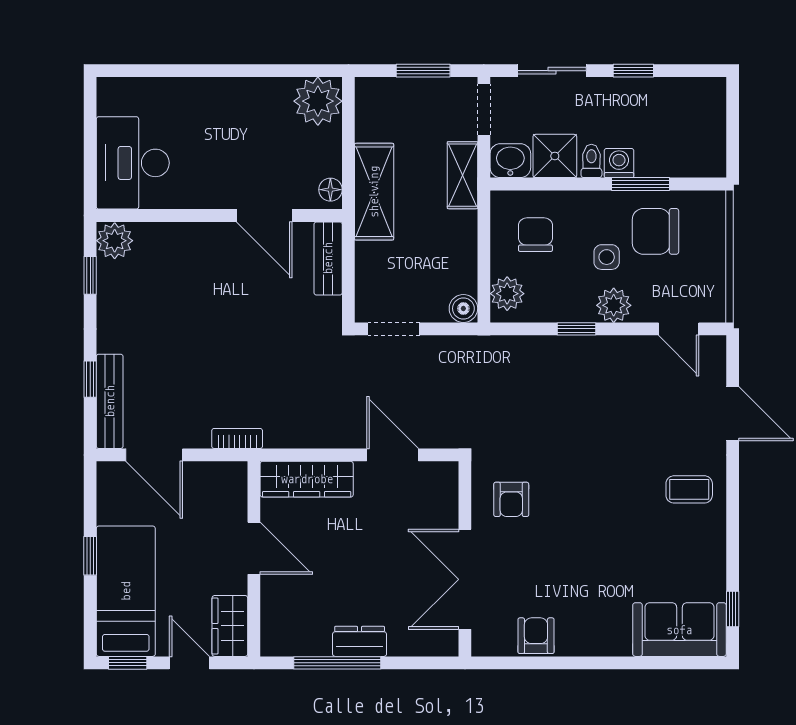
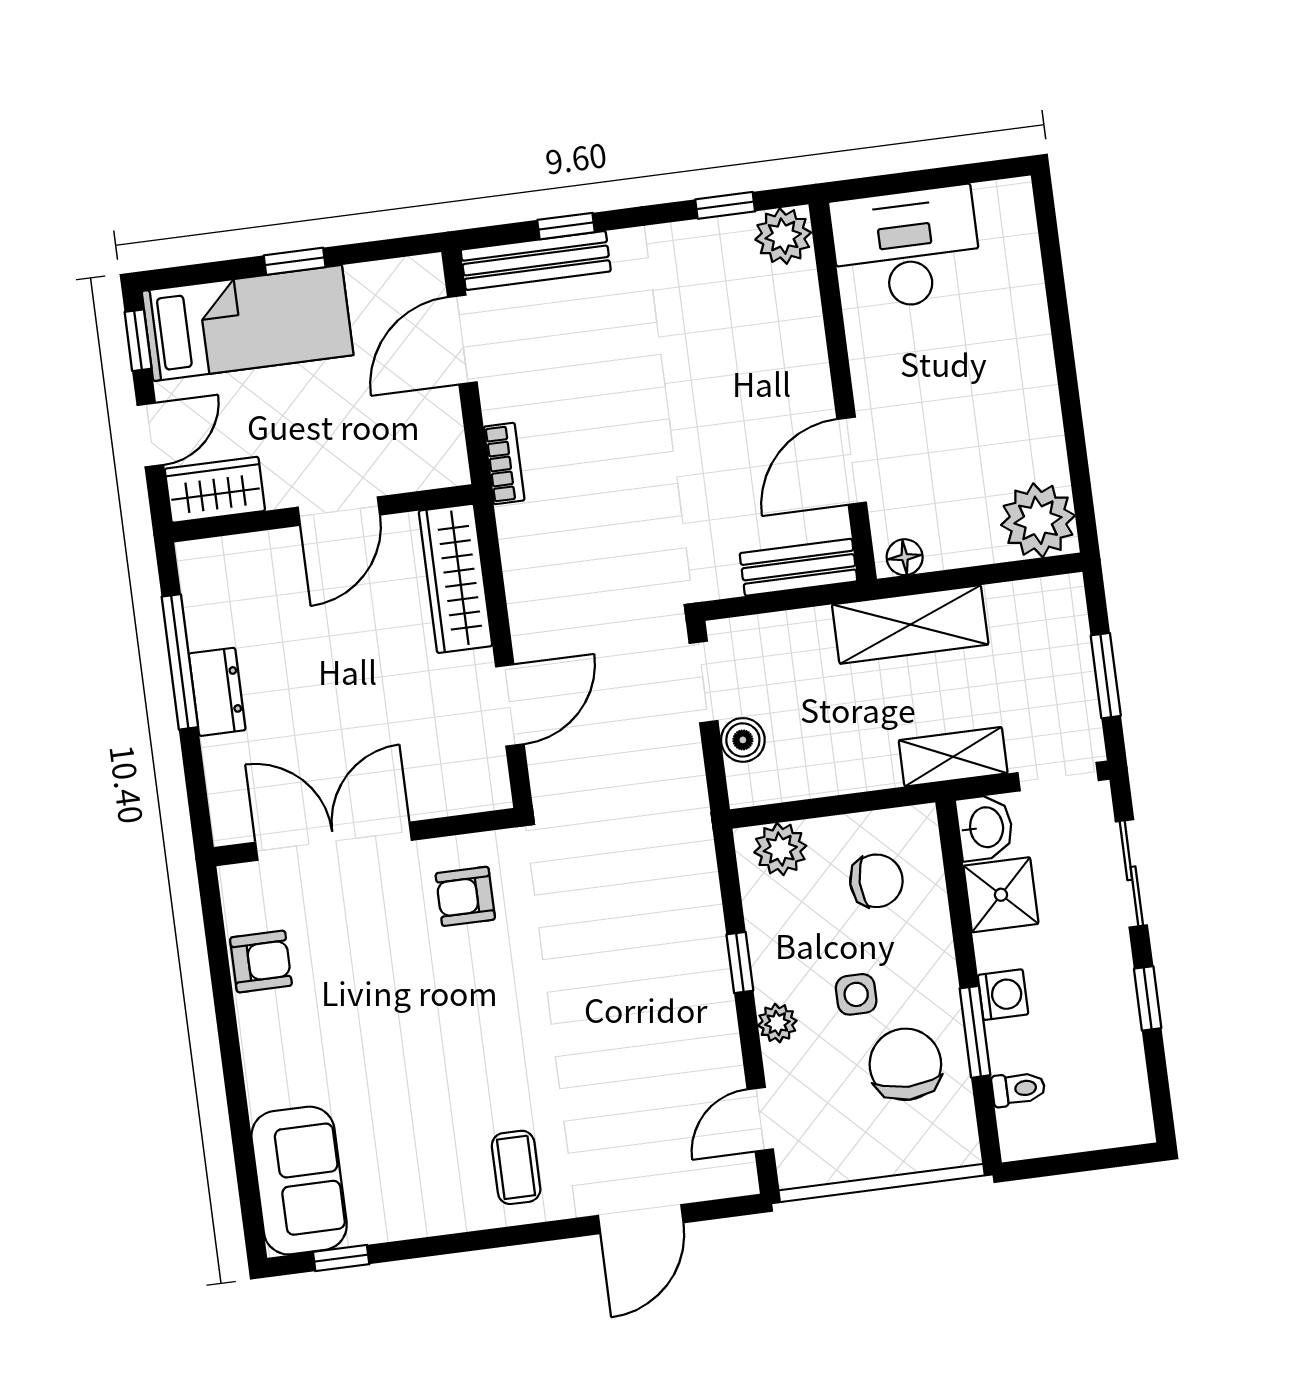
toilet: (591, 161) -> (1018, 1089), moved
plant: (614, 305) -> (777, 1023), width x0.73, depth x0.73
boiler: (463, 308) -> (743, 740), moved

